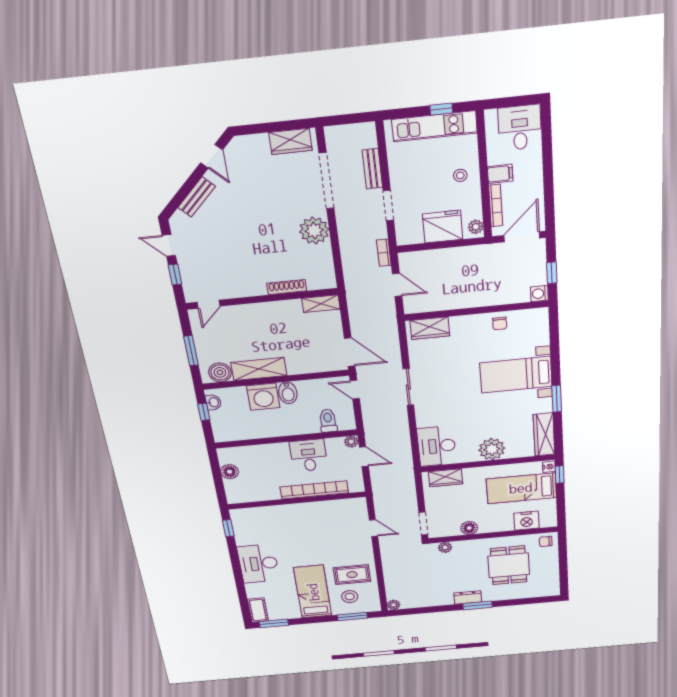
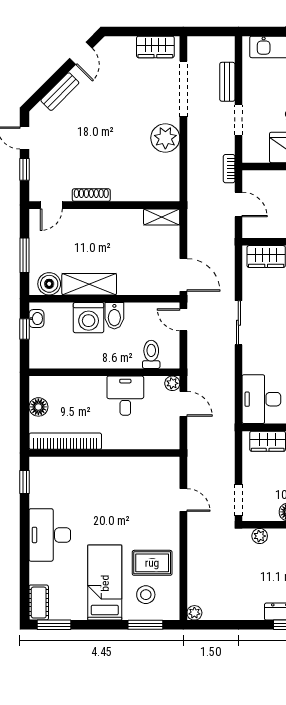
shoe rack: (287, 287) -> (91, 195), moved
bookcase: (314, 490) -> (65, 441), moved

